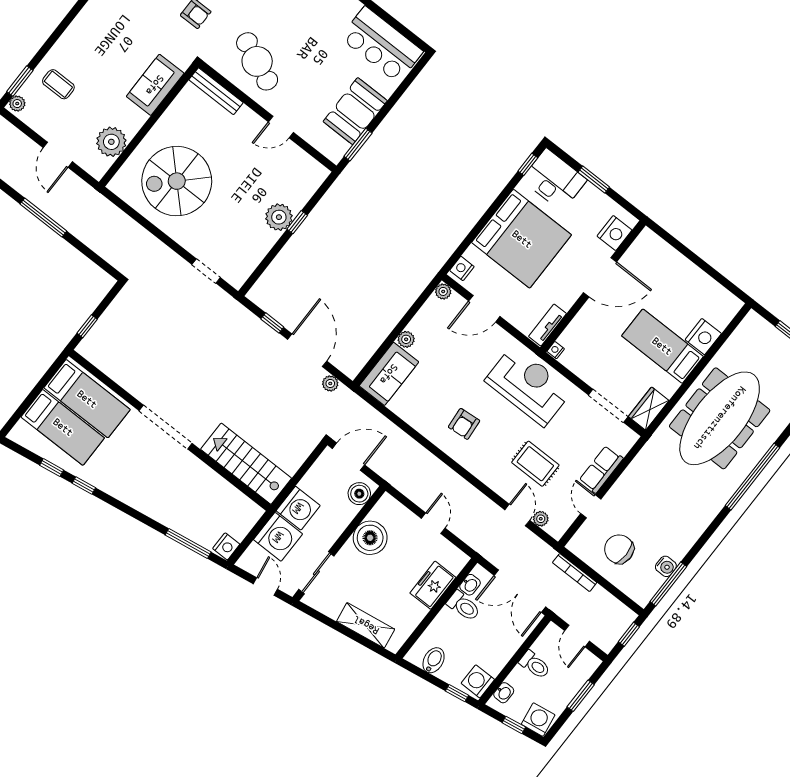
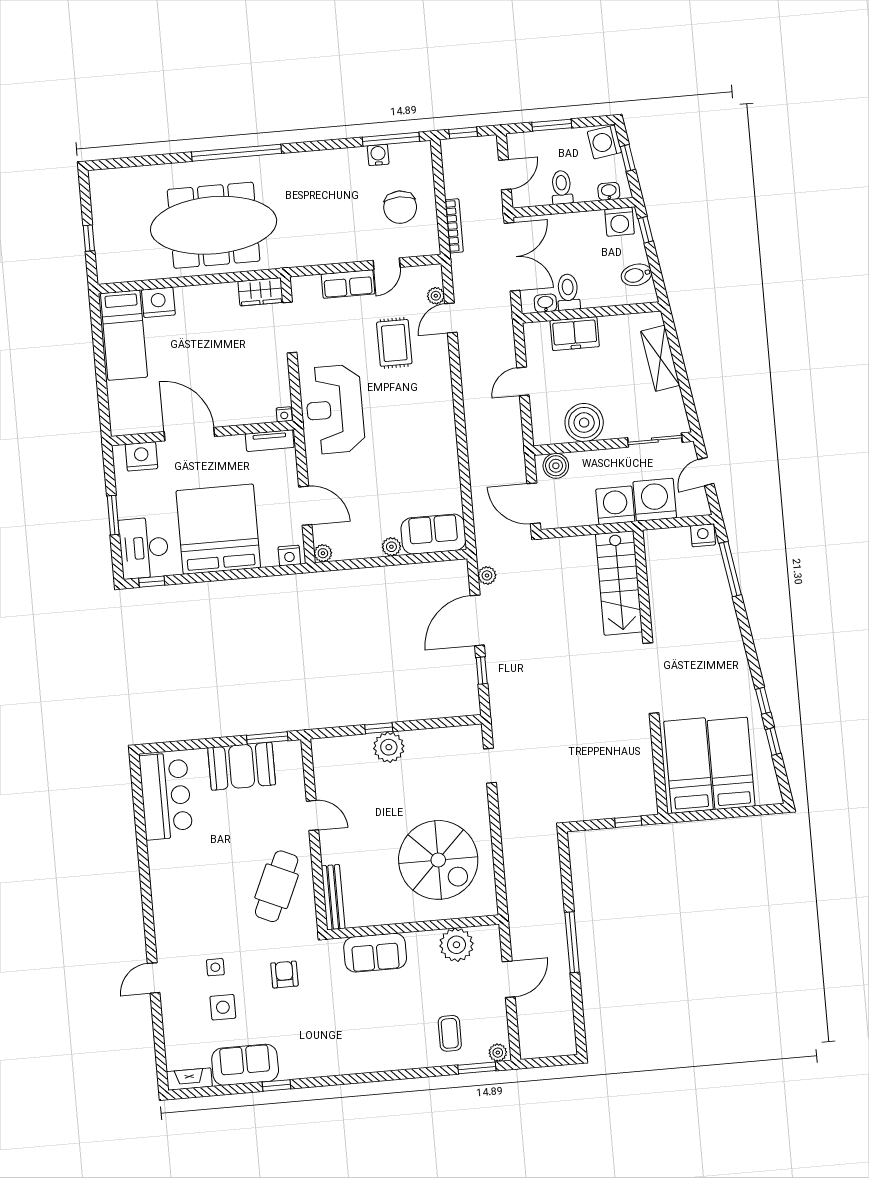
bed: (662, 346) -> (124, 335), moved
armchair: (464, 424) -> (417, 433), removed

